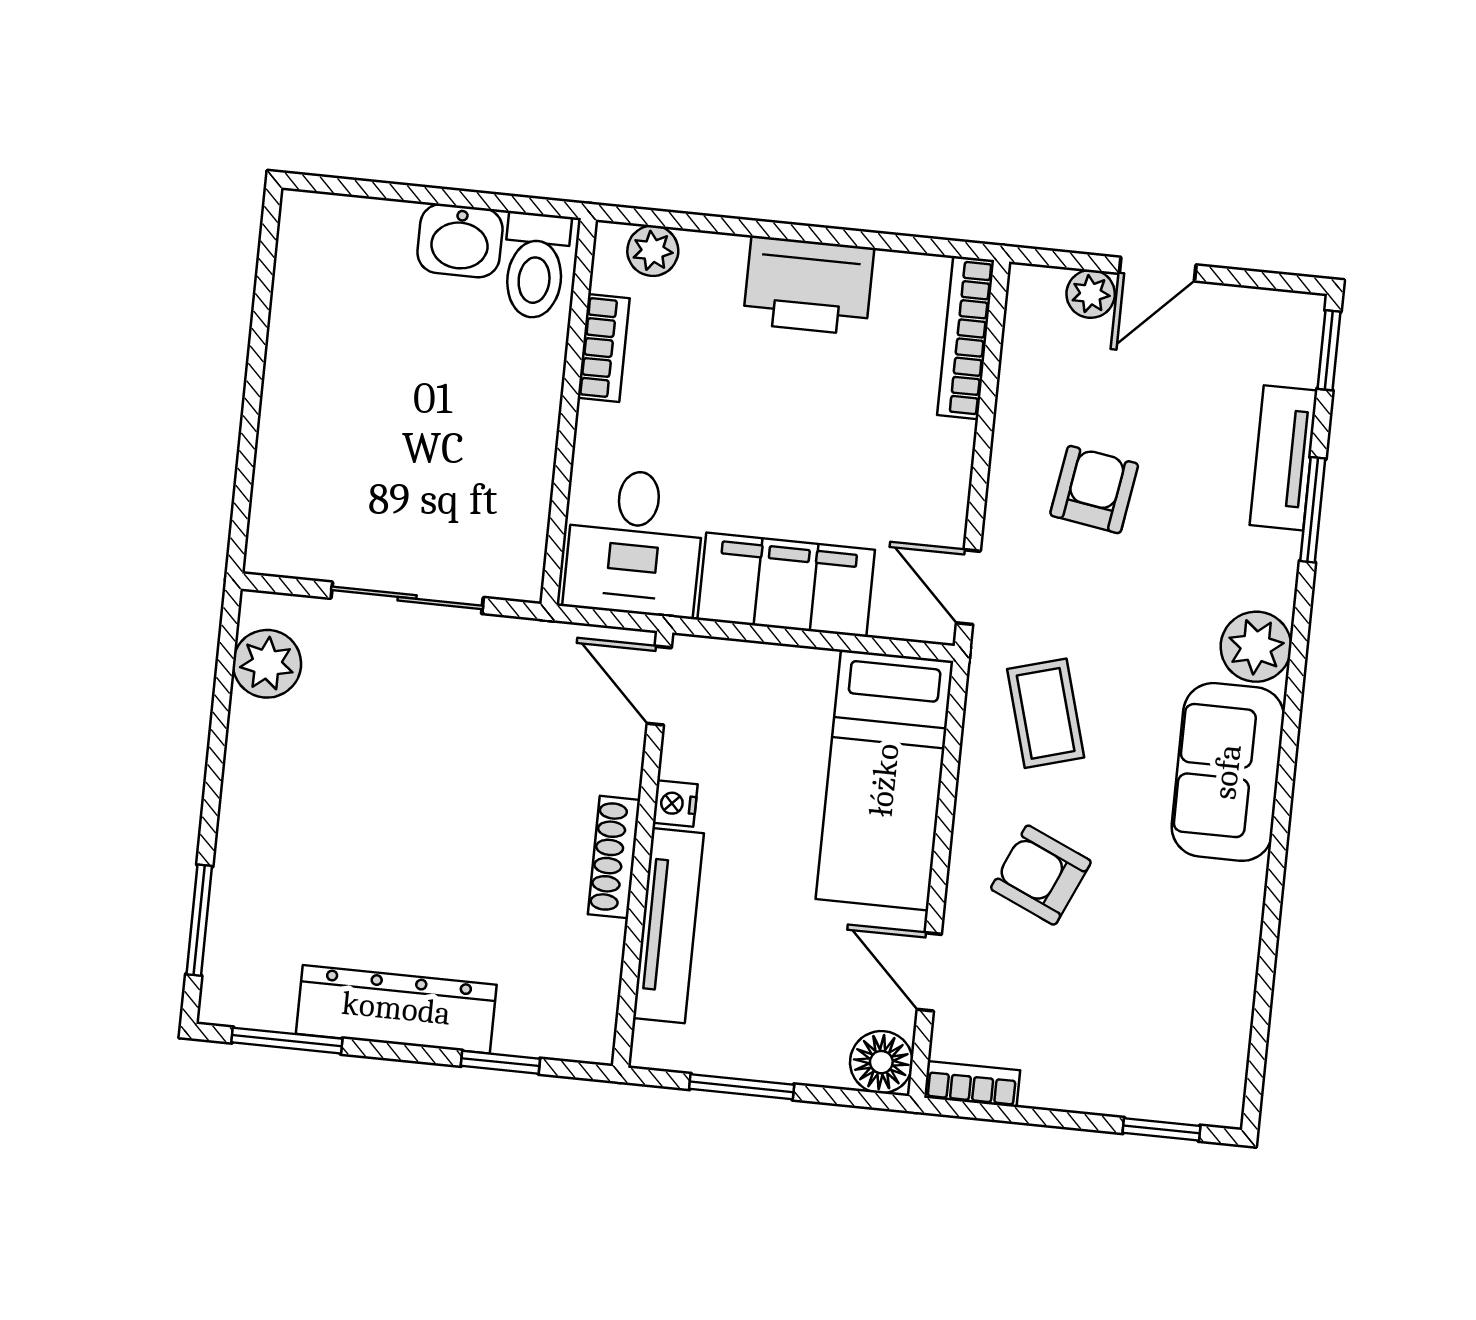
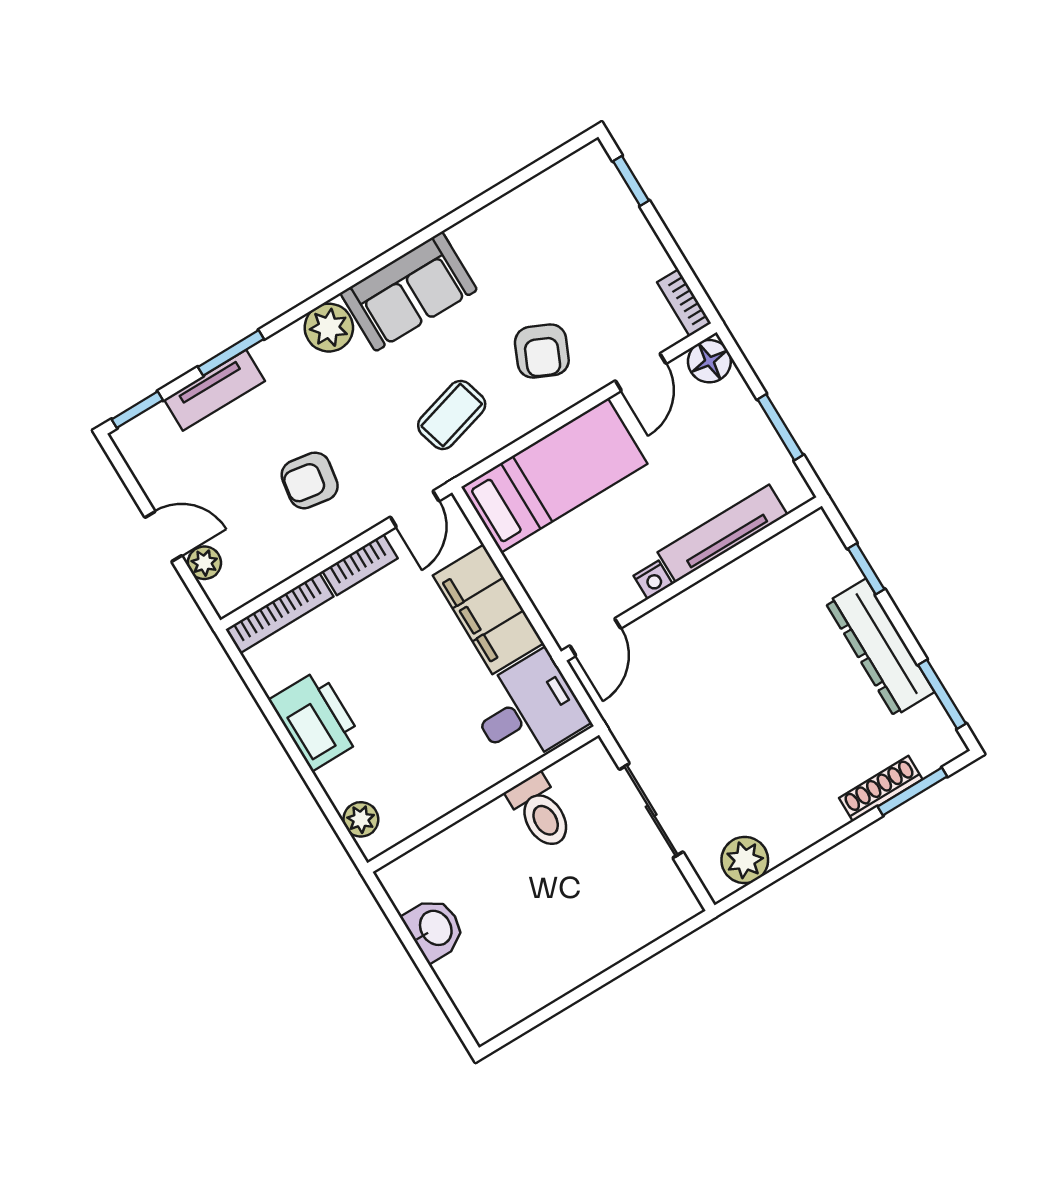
toilet: (535, 266) -> (541, 812), moved, turned 90
bookcase: (604, 348) -> (360, 565), moved, turned 180
shoe rack: (614, 857) -> (881, 789), moved, turned 180

